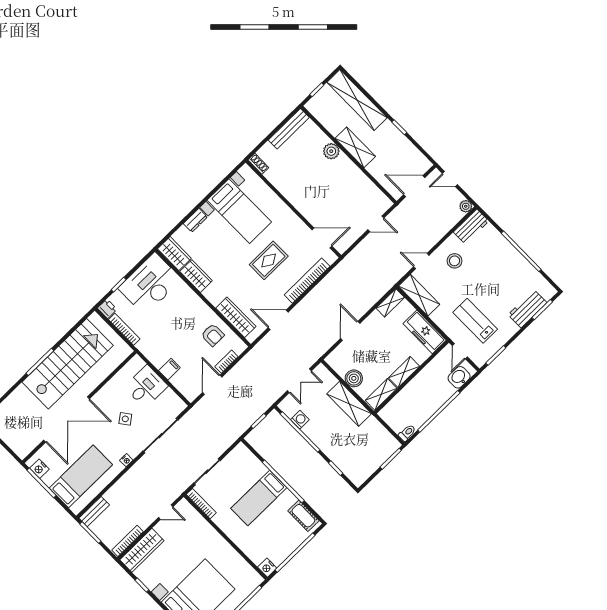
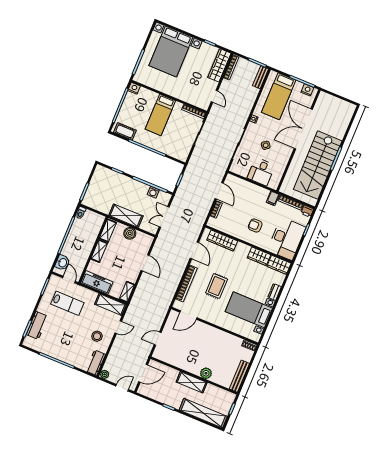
door: (278, 320) -> (194, 250), hinge flipped
armchair: (213, 335) -> (255, 226), moved
filing cabinet: (169, 369) -> (273, 198), moved
bed: (259, 498) -> (160, 115), moved, turned 180
door: (166, 512) -> (214, 96), swing flipped

